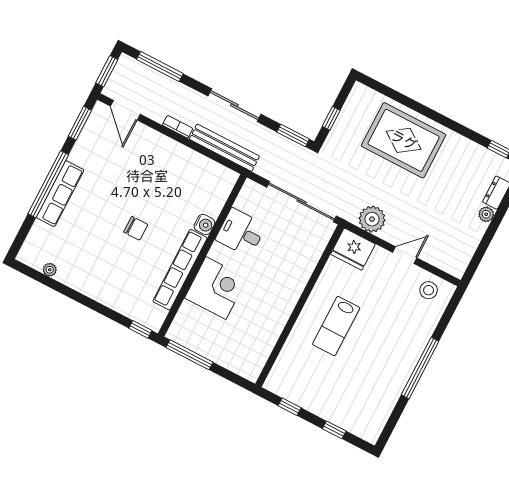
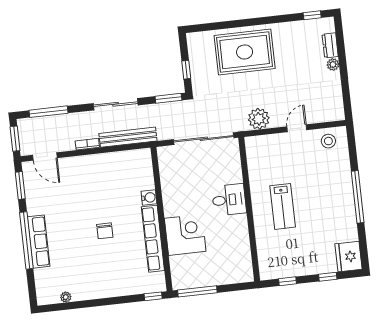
chair: (136, 228) -> (105, 231), turned 90
desk: (241, 232) -> (229, 200), moved, turned 180
fridge: (353, 249) -> (349, 256), moved, turned 90

